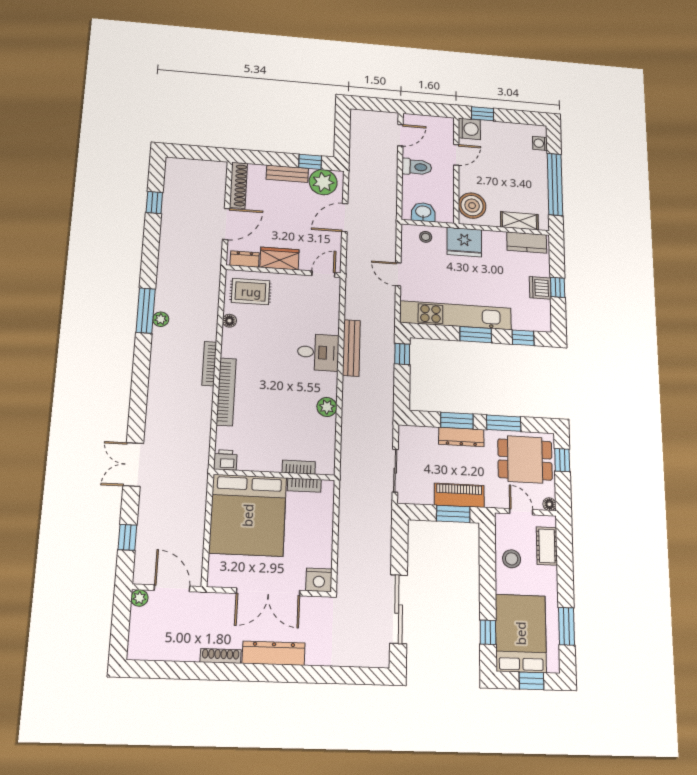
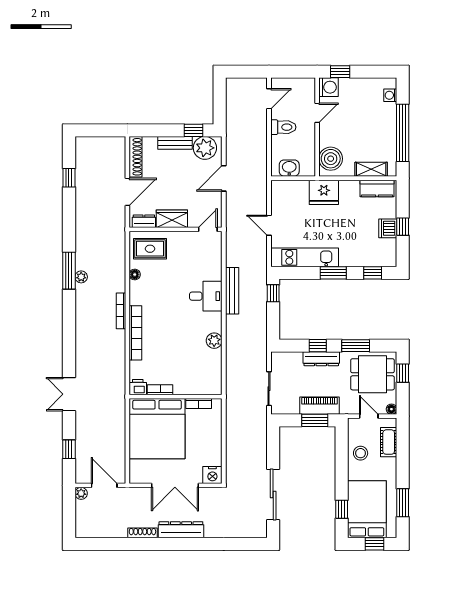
stool: (426, 237) -> (291, 190), removed
kitchen unit: (456, 315) -> (305, 257), width x0.73
window: (457, 421) -> (318, 346), width x0.67
bookcase: (299, 467) -> (160, 390), moved

